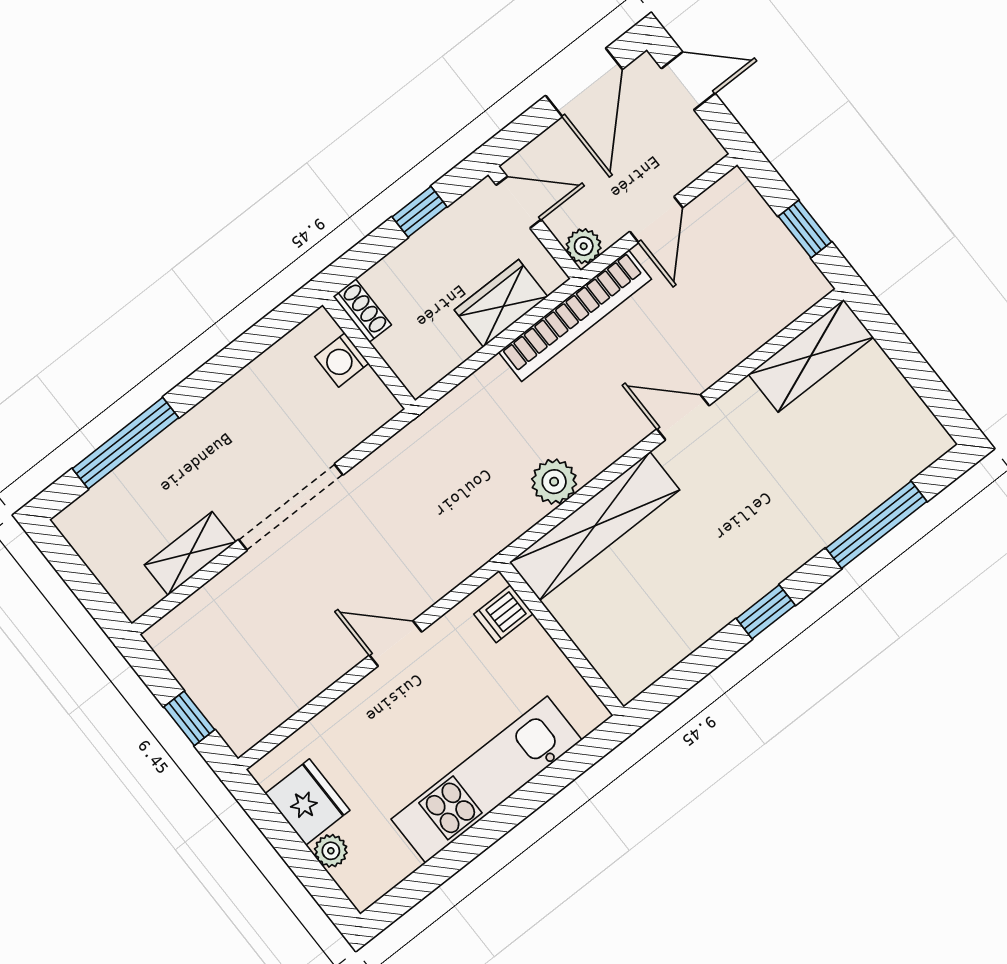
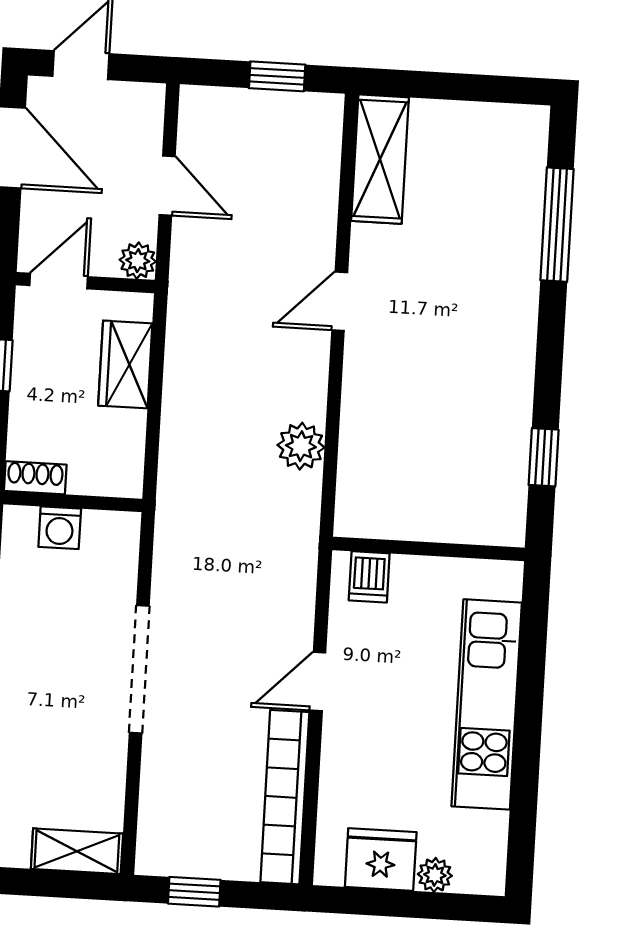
bookcase: (575, 316) -> (285, 797), moved, turned 180
shelving: (595, 526) -> (364, 445), removed
shelving: (190, 553) -> (77, 851), moved, turned 90
window: (766, 612) -> (544, 457), moved
window: (189, 718) -> (194, 892), moved

